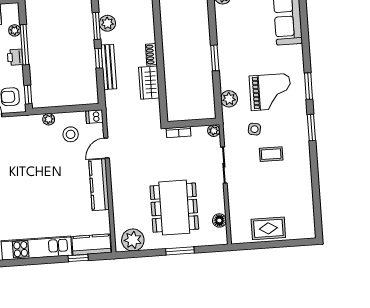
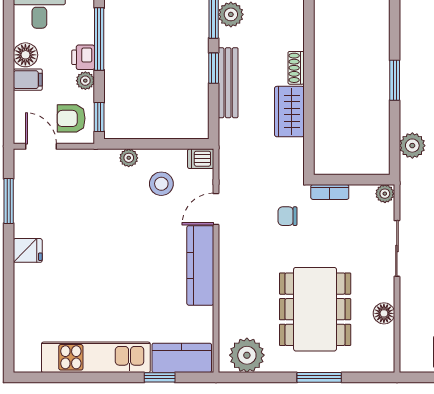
plant: (15, 30) -> (85, 81), moved
chair: (153, 149) -> (287, 216), added
floor lamp: (219, 220) -> (384, 313), moved

